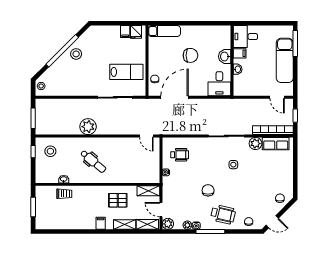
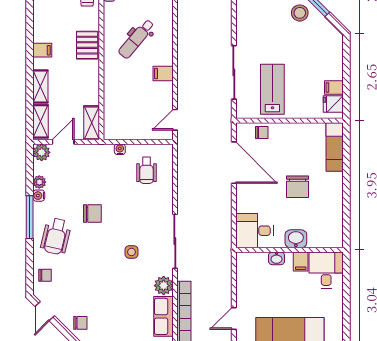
lab bench: (126, 72) -> (272, 89), turned 180
plant: (88, 127) -> (189, 31), removed
filing cabinet: (116, 144) -> (163, 73), added
pallet: (118, 200) -> (87, 45), moved

